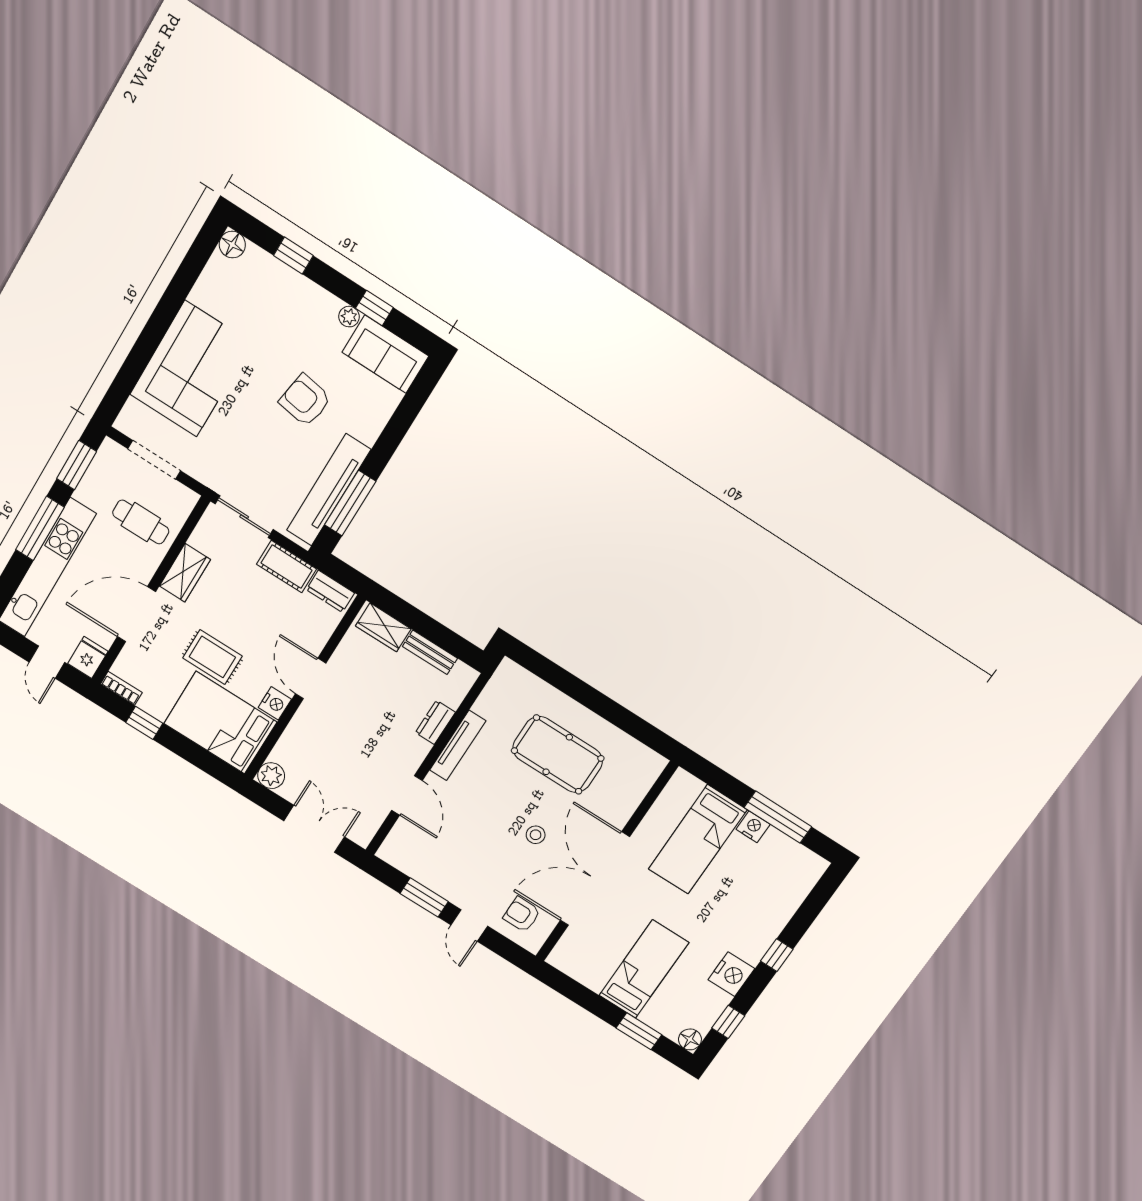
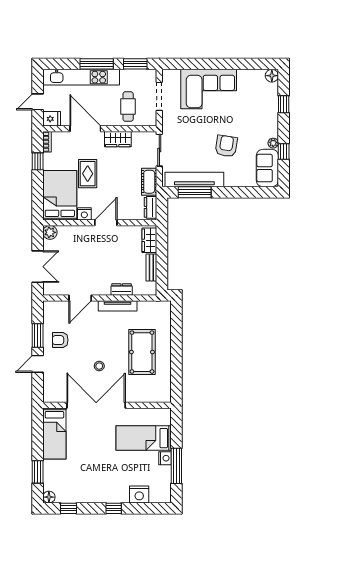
armchair: (522, 914) -> (60, 340), moved, turned -90
bed: (644, 969) -> (54, 433), moved, turned 90
nightstand: (731, 974) -> (139, 494), moved

